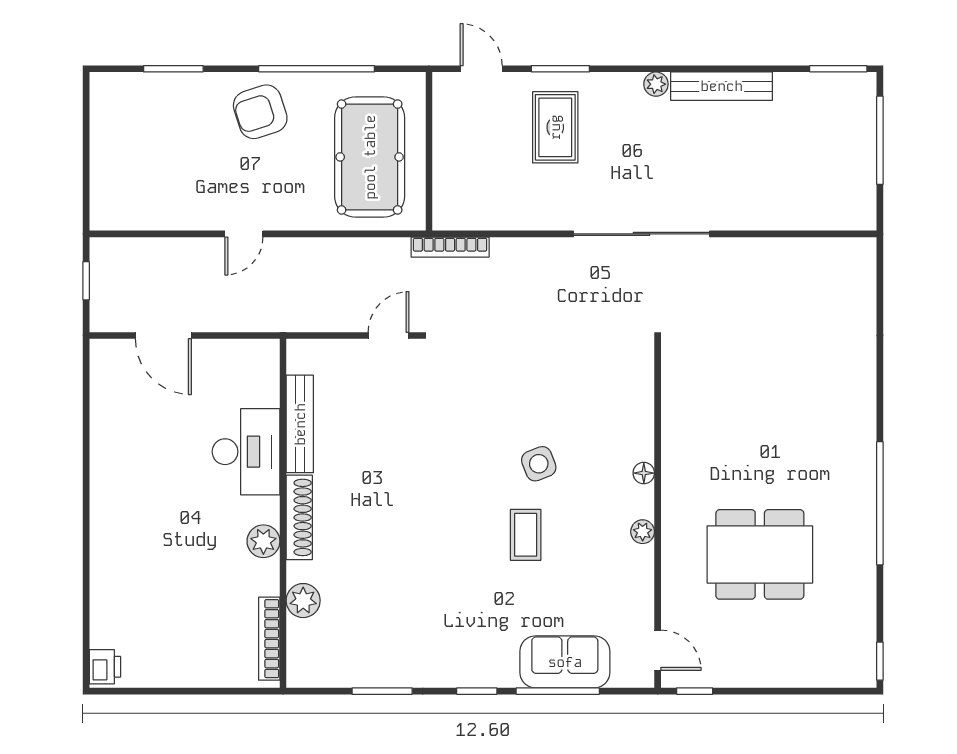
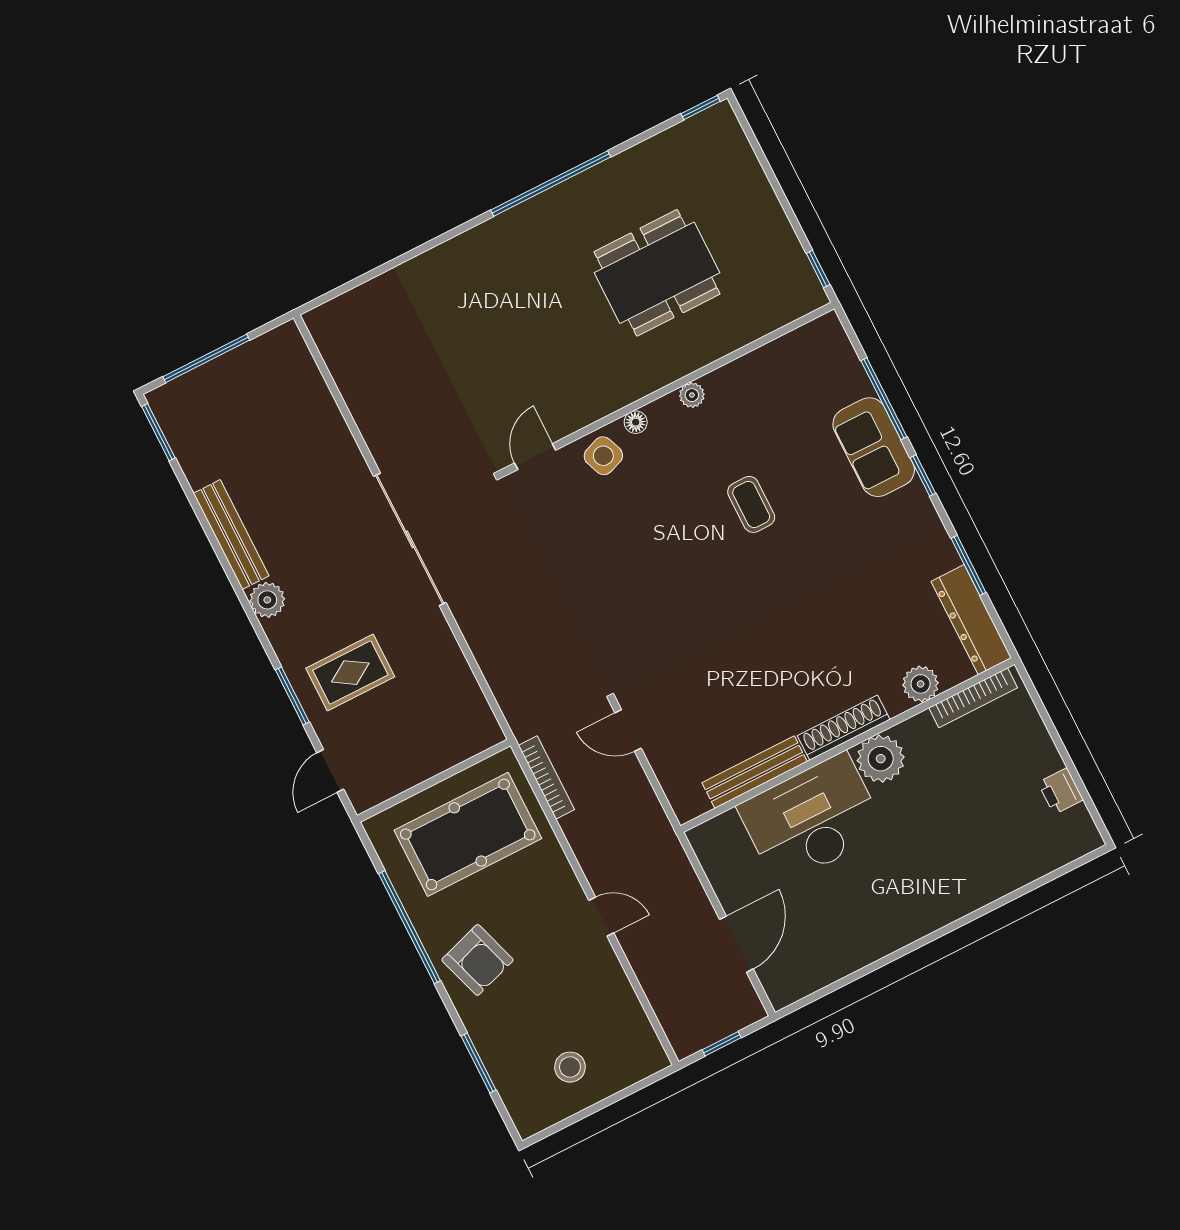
plant: (656, 84) -> (267, 600), width x1.38, depth x1.38
stool: (131, 144) -> (570, 1067), added
bookcase: (450, 247) -> (546, 778), moved
desk: (246, 452) -> (812, 819), width x1.36, depth x1.30
side table: (539, 464) -> (603, 456), moved
coffee table: (526, 535) -> (751, 504), turned 90
plant: (263, 541) -> (881, 759), width x1.36, depth x1.36
dining table: (760, 554) -> (657, 273), turned 90
door: (658, 650) -> (535, 457), moved
sofa: (565, 662) -> (874, 447), moved
printer: (105, 667) -> (1061, 791), moved, turned -90
dresser: (336, 670) -> (971, 620), added

